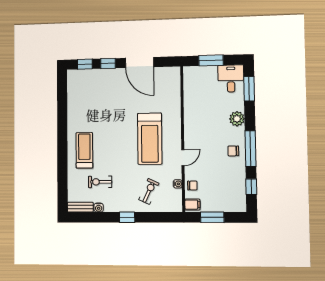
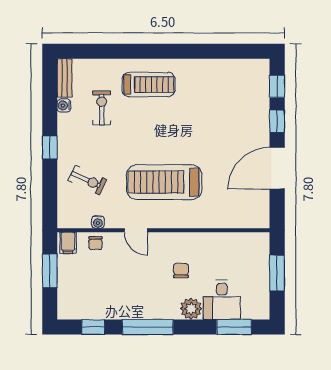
desk: (231, 78) -> (222, 300), moved, turned 90
chair: (233, 151) -> (181, 270), moved

